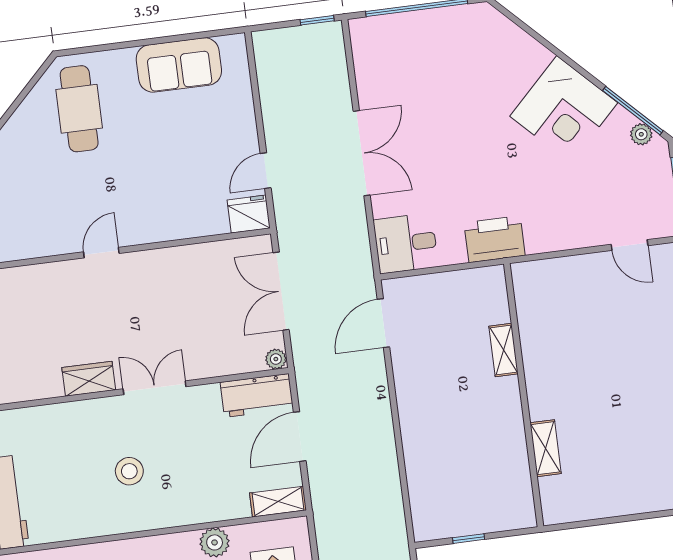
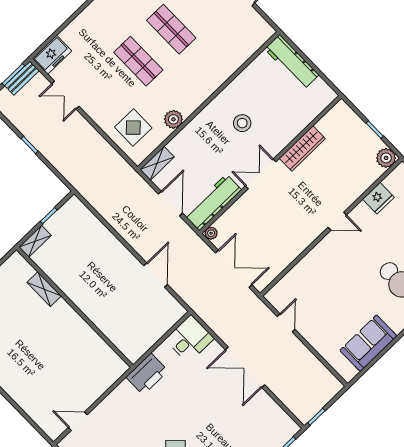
fridge: (249, 214) -> (378, 198), moved
door: (101, 253) -> (337, 221), hinge flipped
door: (383, 323) -> (156, 275), moved
shelving: (504, 350) -> (35, 241), moved, turned 90
wardrobe: (89, 379) -> (302, 148), width x1.50
double door: (155, 388) -> (261, 174), swing flipped
workbench: (257, 395) -> (213, 202), width x1.38

